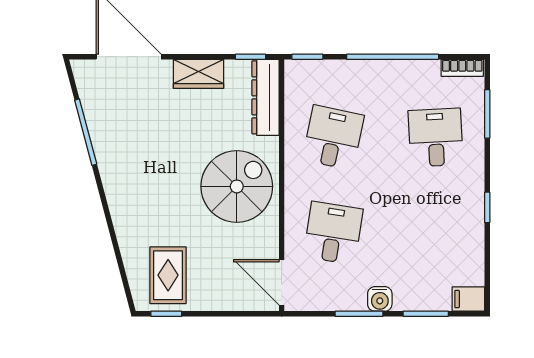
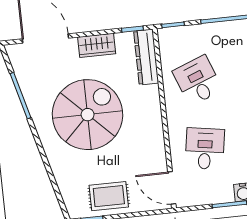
desk: (333, 138) -> (198, 81), turned -33
spiral stairs: (237, 186) -> (88, 115), moved, width x1.37, depth x1.37
rug: (168, 275) -> (109, 196), moved, turned 90

